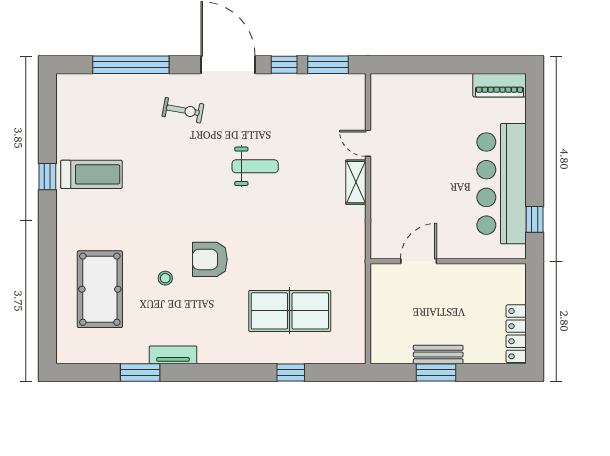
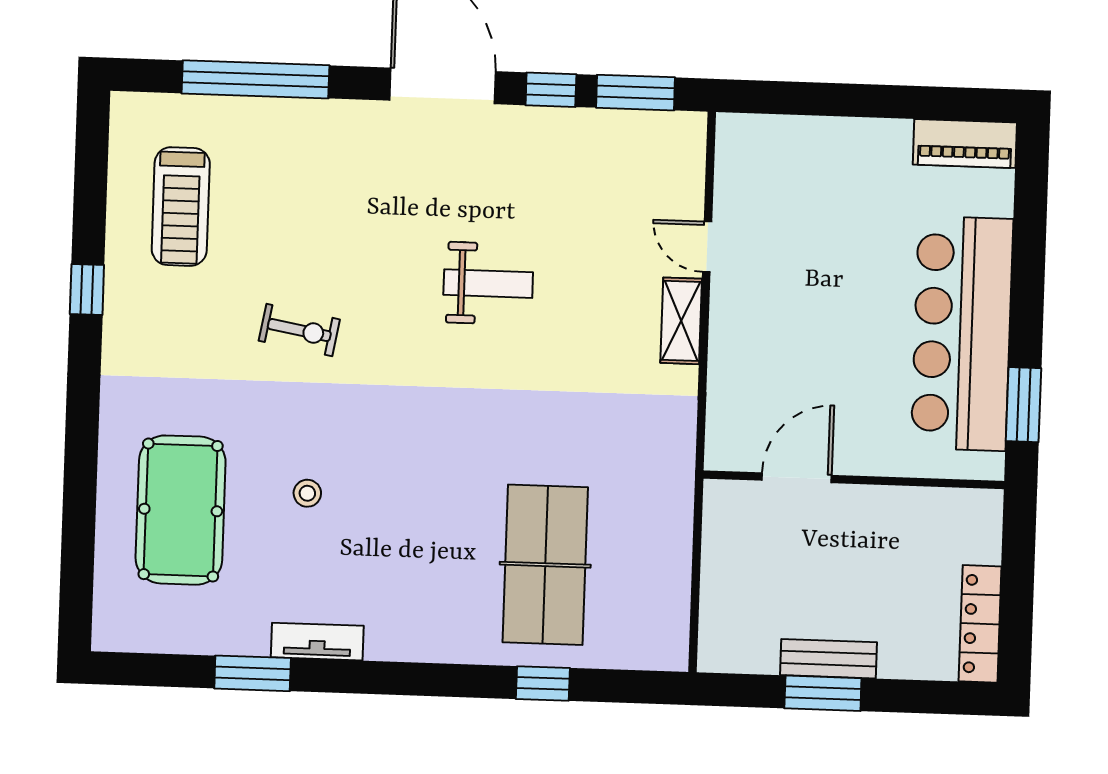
exercise bike: (183, 110) -> (299, 330), moved
treadmill: (91, 174) -> (181, 207), moved, turned 90
window: (535, 219) -> (1023, 405), width x1.50
armchair: (210, 259) -> (395, 460), removed
table tennis table: (290, 311) -> (545, 565), turned 90

